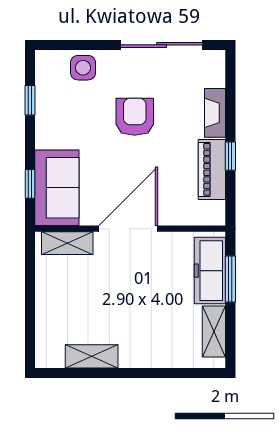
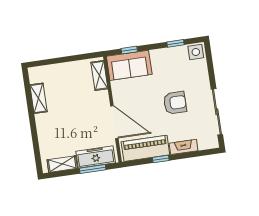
side table: (83, 68) -> (196, 52), moved
piano: (212, 169) -> (145, 148), width x1.37, depth x1.33
door: (128, 229) -> (114, 122), moved

